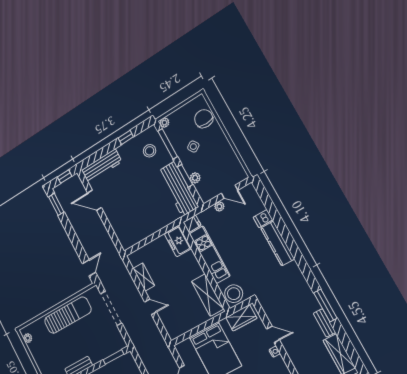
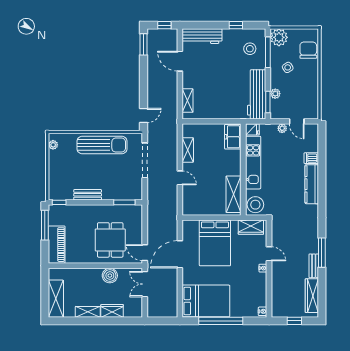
plant: (164, 123) -> (279, 37), width x1.88, depth x1.88
window: (185, 176) -> (268, 102), moved
shelving: (120, 232) -> (188, 101), added

